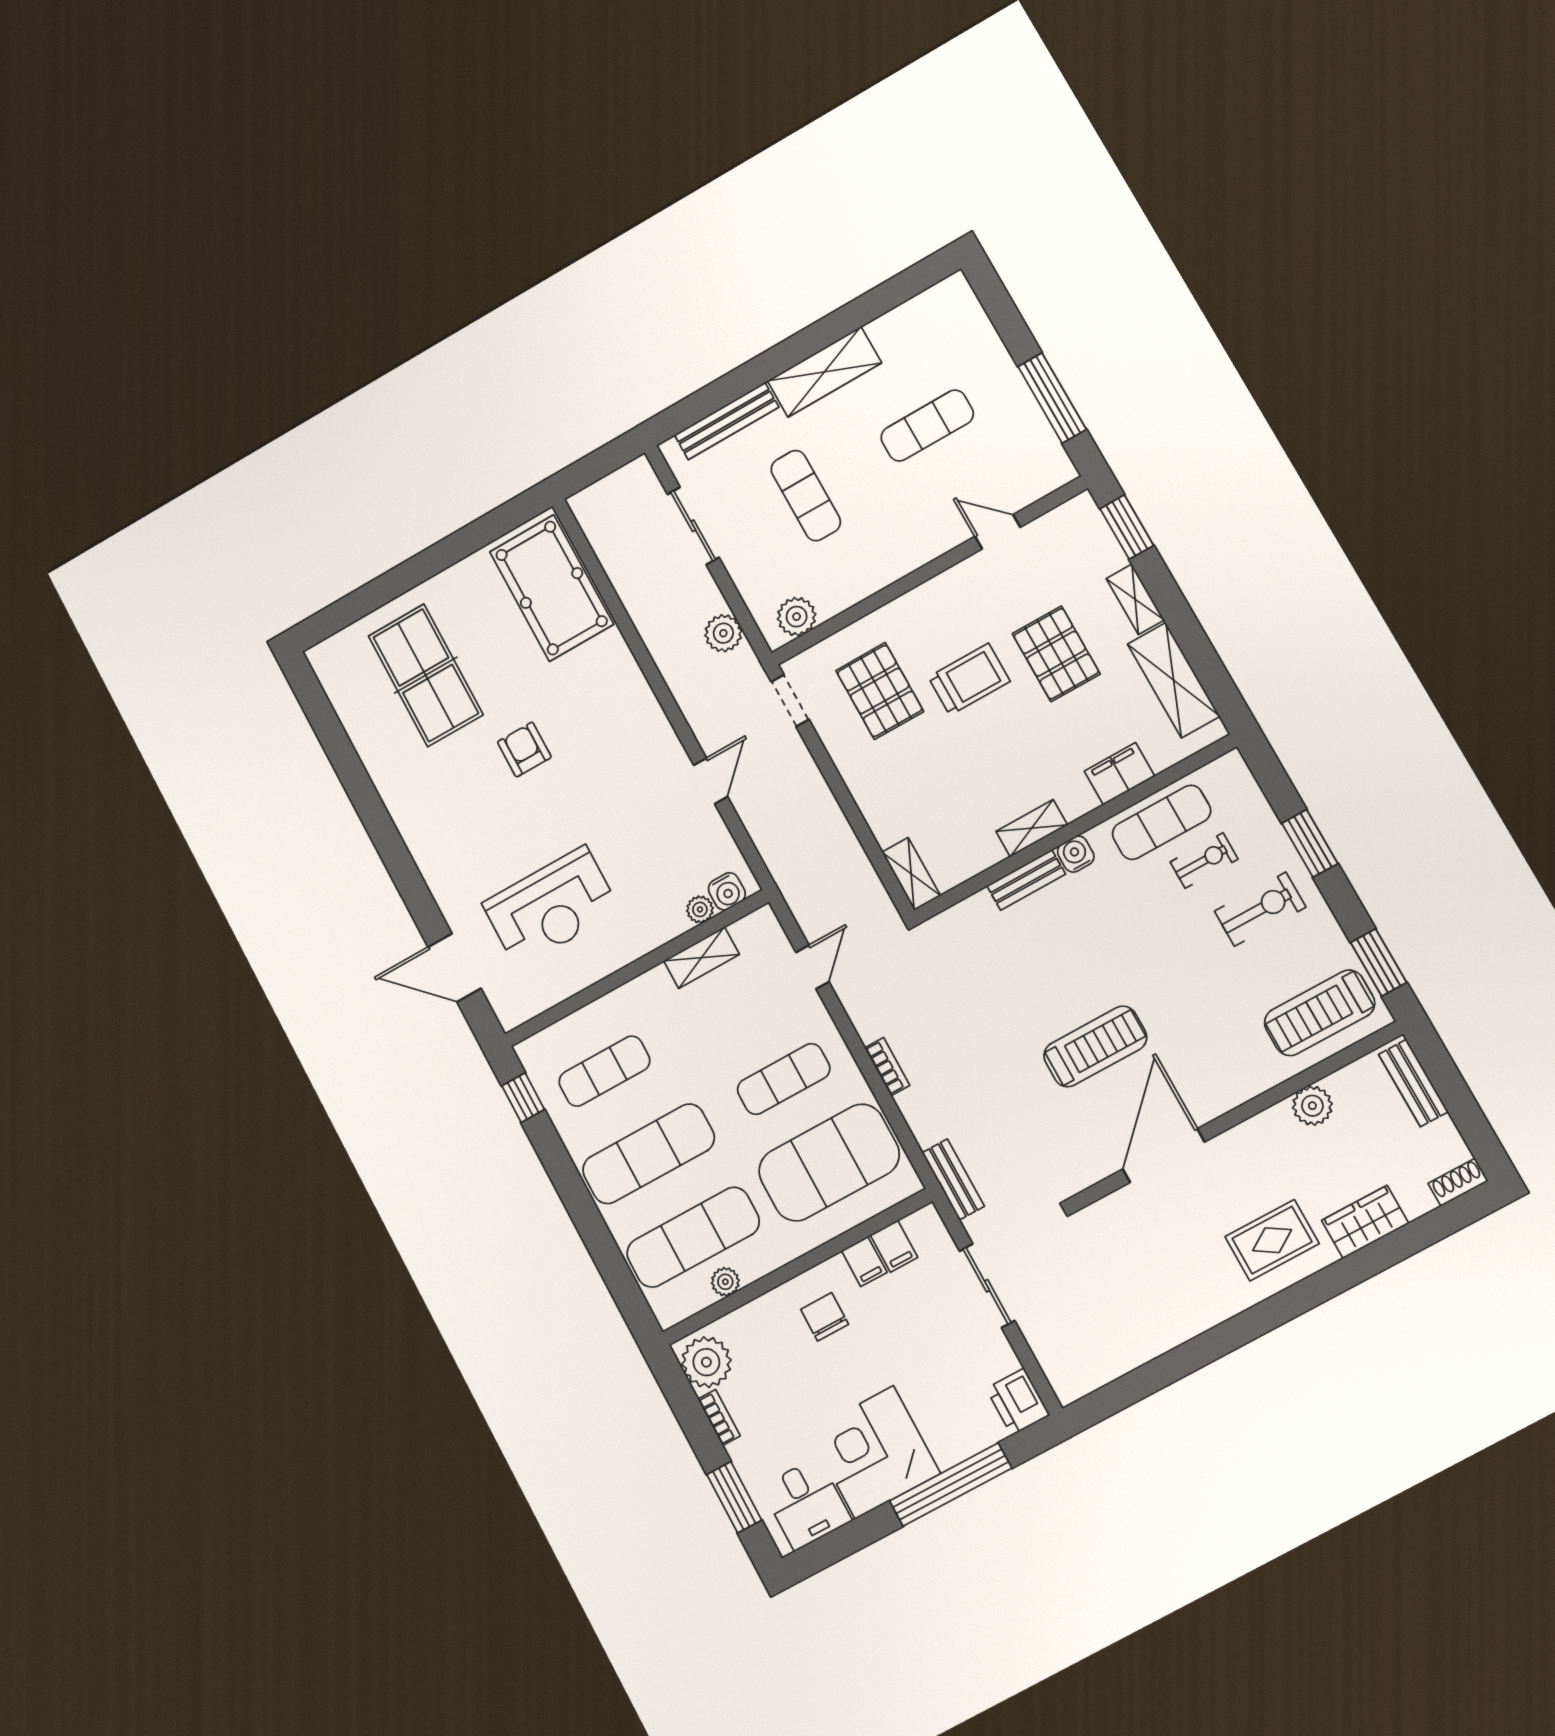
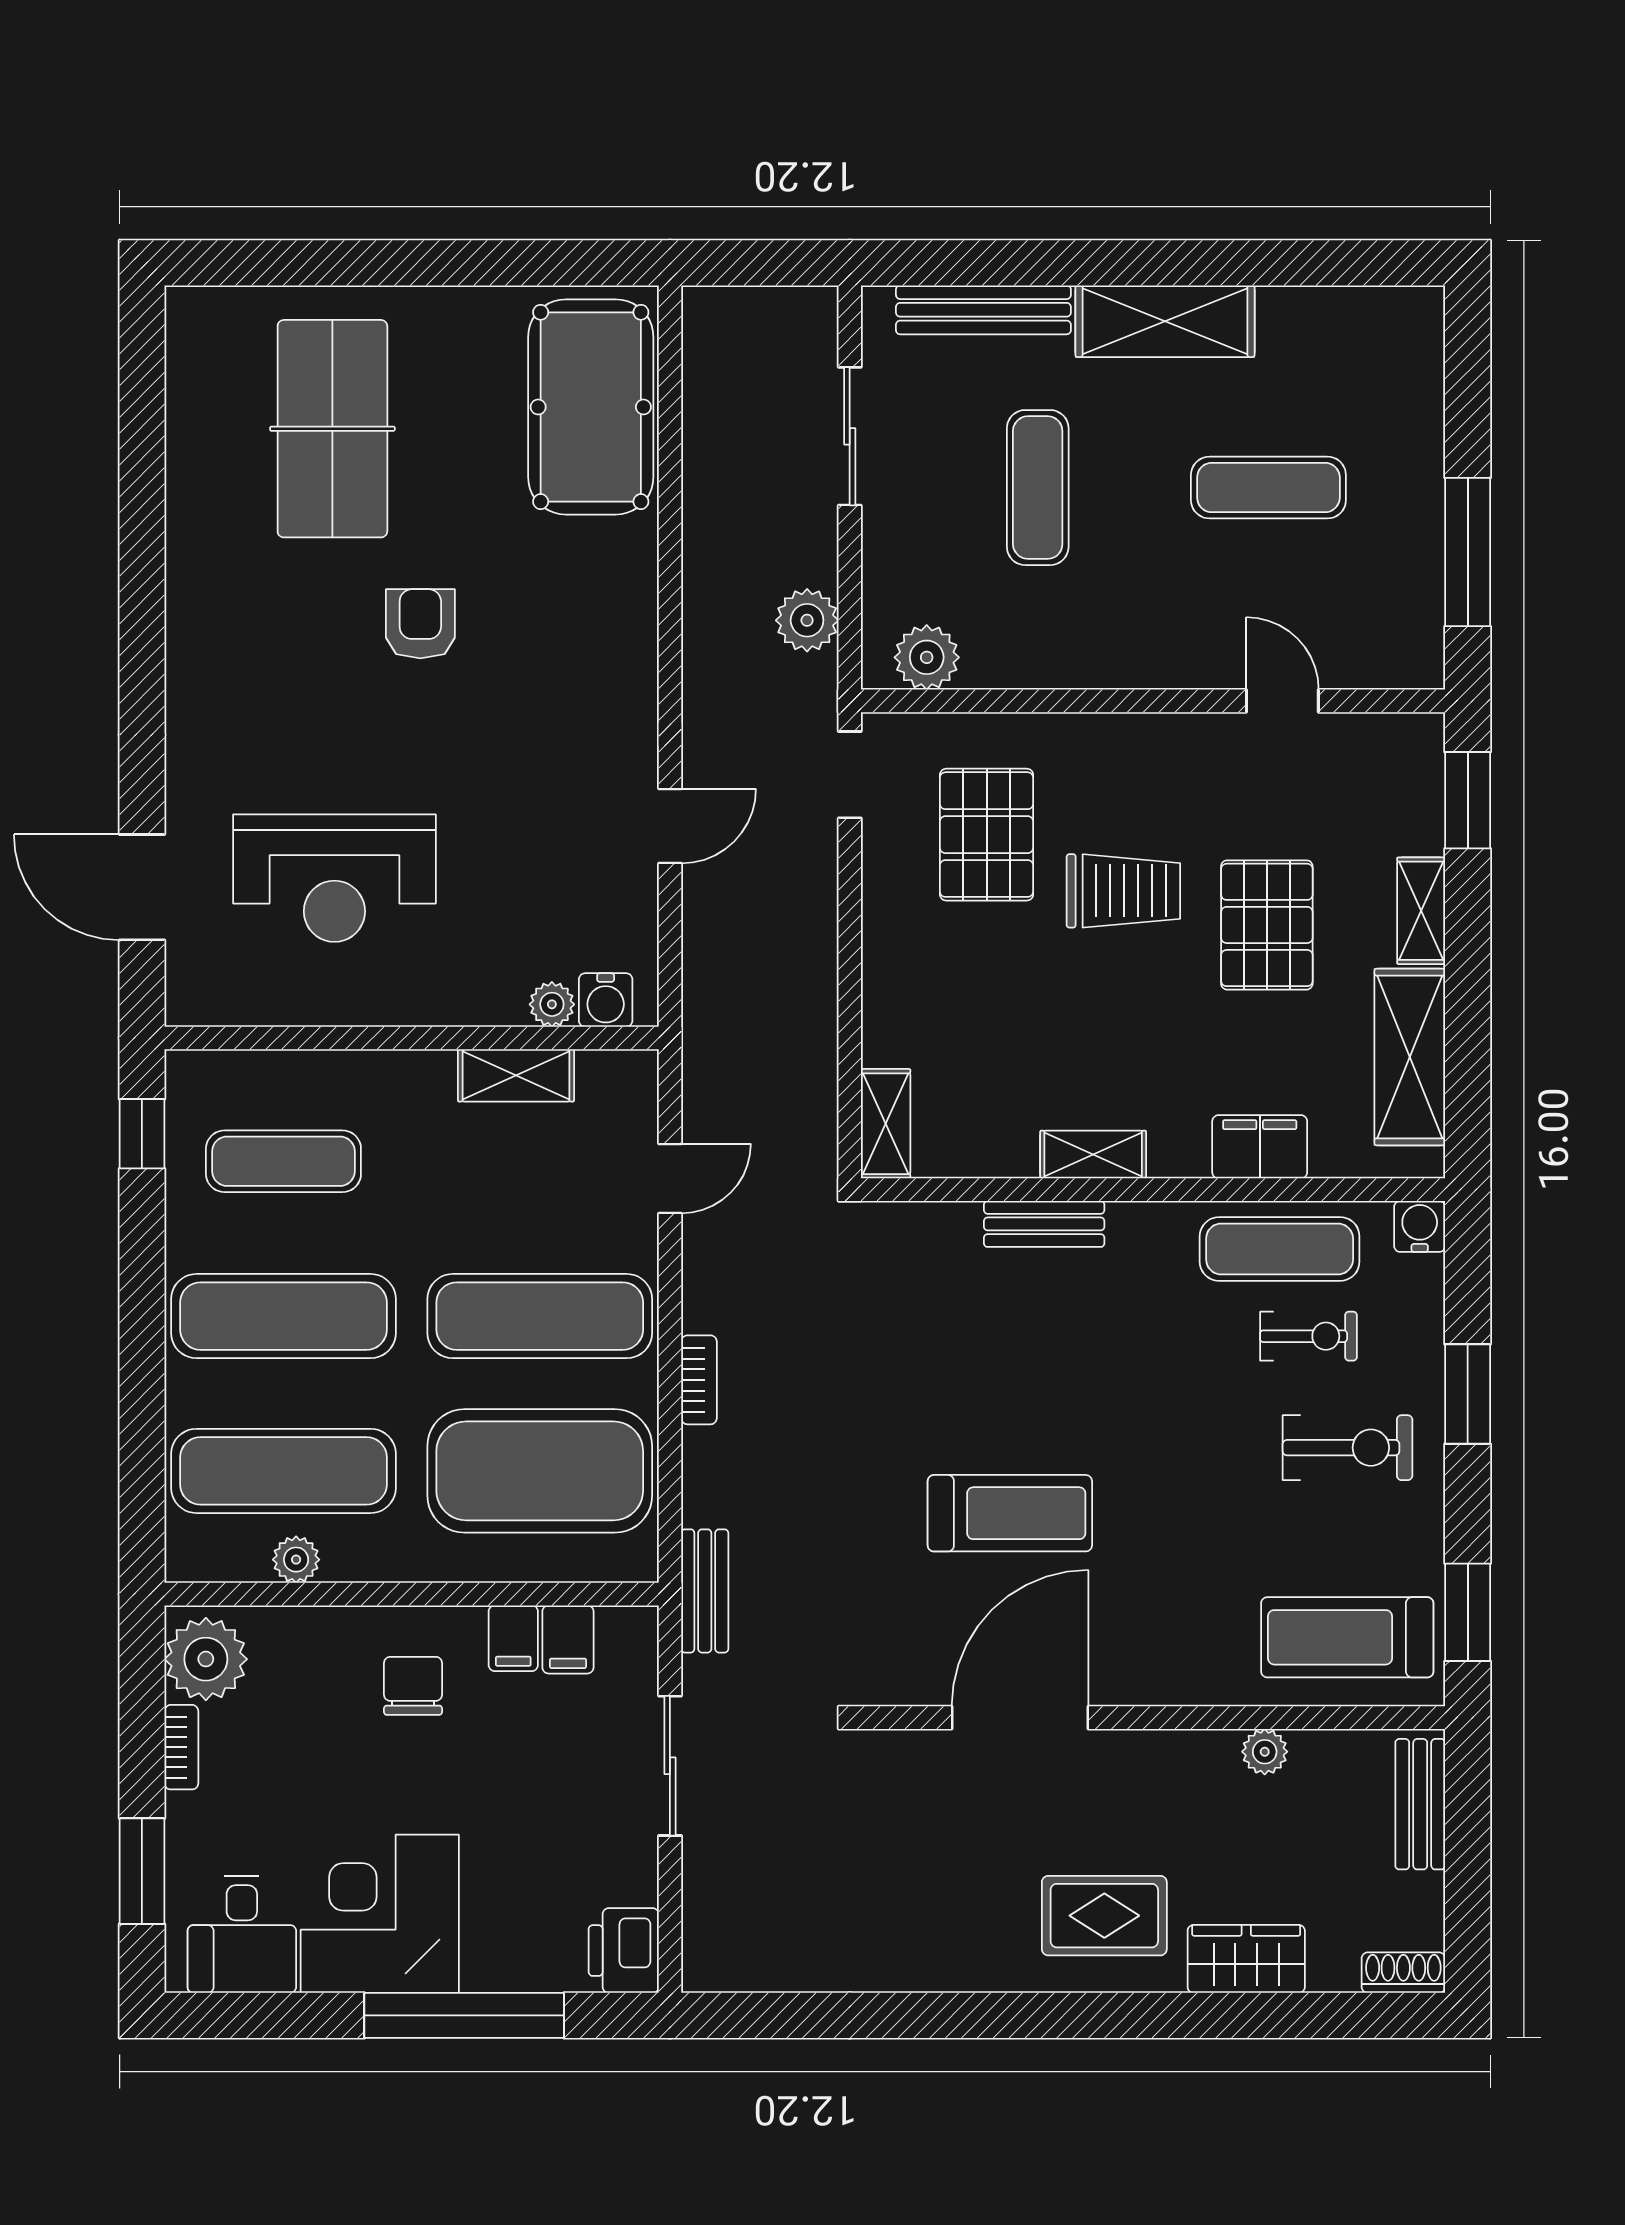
water cooler: (1076, 854) -> (1420, 1226), moved
exercise mat: (784, 1079) -> (540, 1316), width x1.36, depth x1.45
plant: (1312, 1106) -> (1265, 1752), width x0.73, depth x0.73

